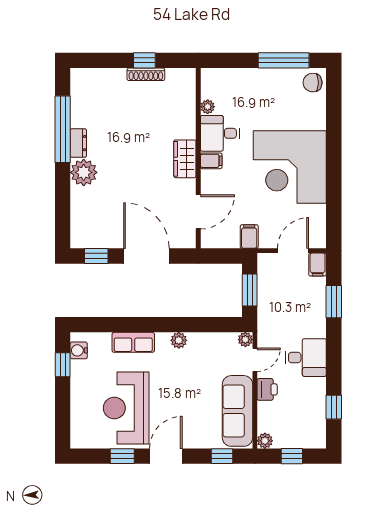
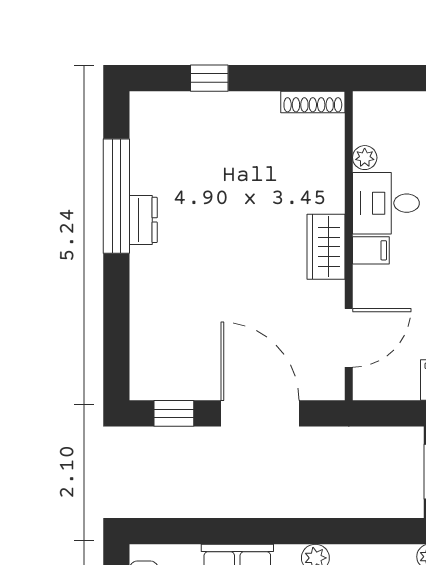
window: (144, 60) -> (209, 78), moved
shoe rack: (146, 74) -> (313, 102), moved
plant: (84, 172) -> (152, 270), removed

